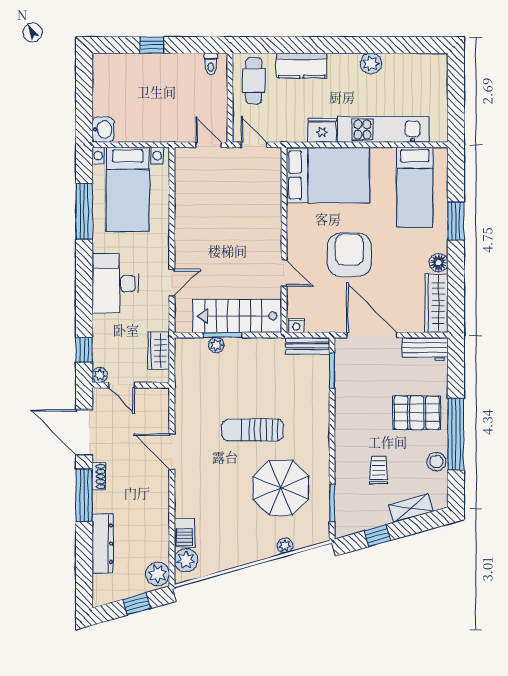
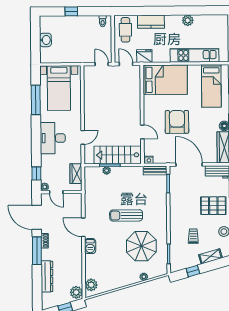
washbasin: (103, 130) -> (45, 40), moved
fridge: (322, 130) -> (144, 56), moved
barbecue: (184, 533) -> (90, 246), moved

